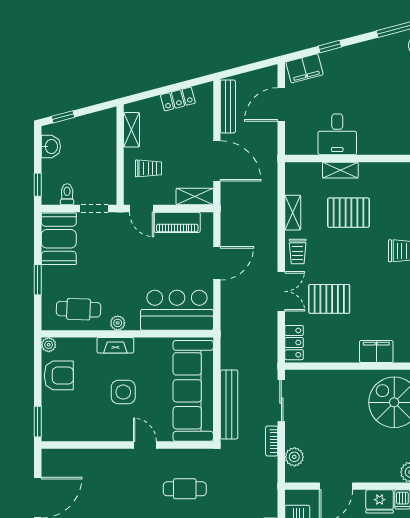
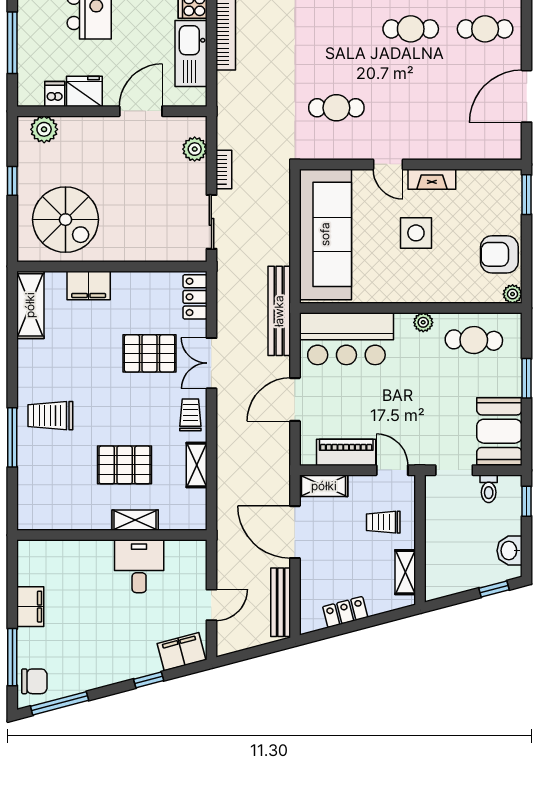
door: (281, 104) -> (211, 605), width x0.73
fireplace: (115, 345) -> (432, 179), moved, turned 180
bench: (229, 405) -> (279, 311), moved

